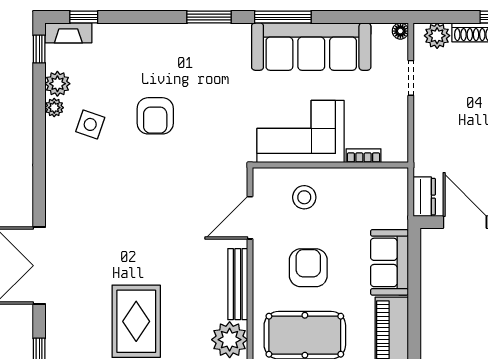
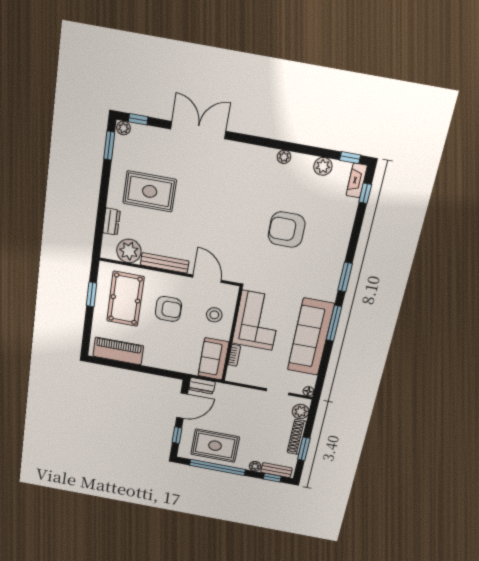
plant: (54, 108) -> (284, 157), moved
armchair: (155, 116) -> (287, 230), width x1.36, depth x1.36
side table: (90, 124) -> (290, 184), removed
sofa: (390, 262) -> (213, 359), moved, turned -90

